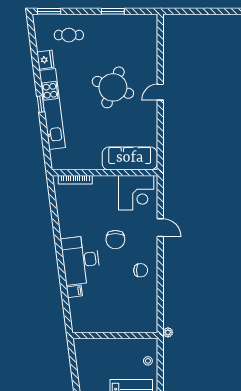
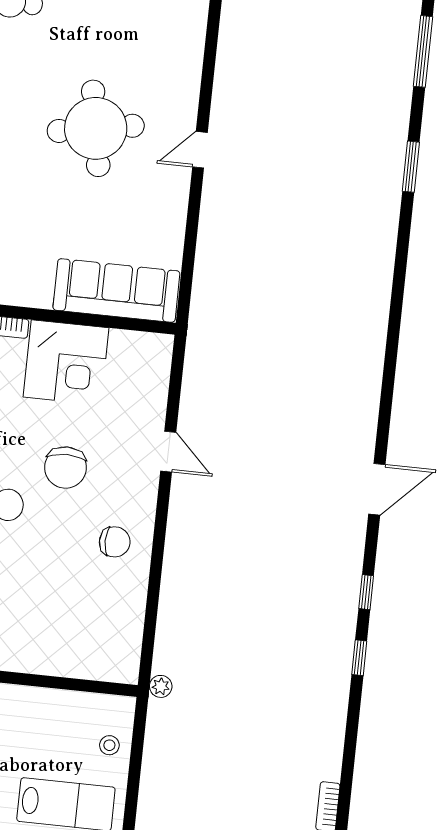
round table: (113, 87) -> (96, 128), turned -31
corner desk: (136, 193) -> (66, 362), moved

